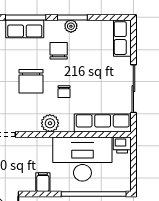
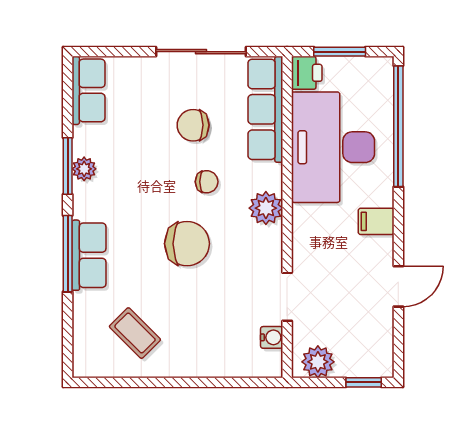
row of seats: (122, 38) -> (88, 90), moved, turned -90
chair: (59, 51) -> (193, 125), moved
window: (133, 163) -> (340, 52), added

